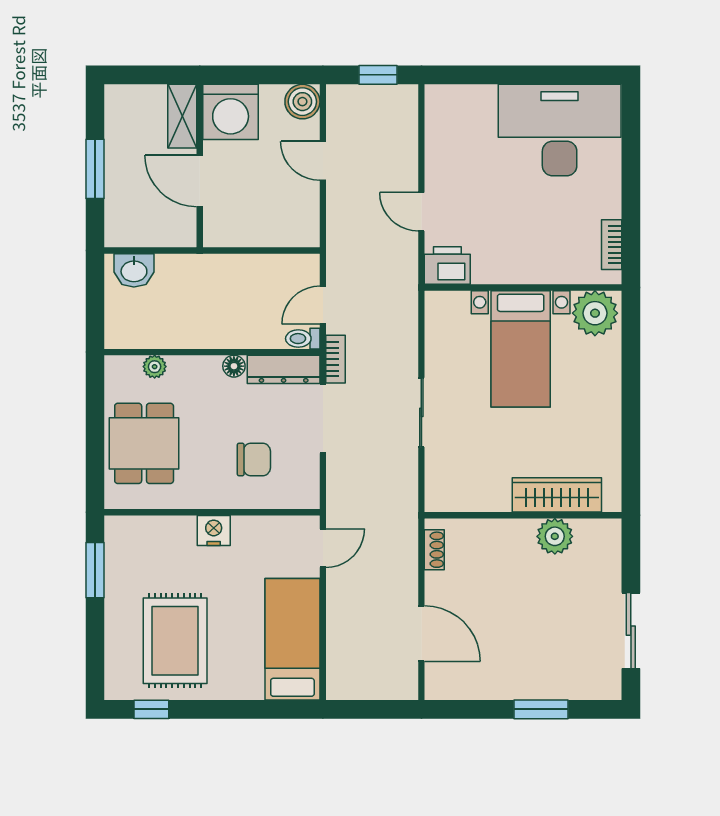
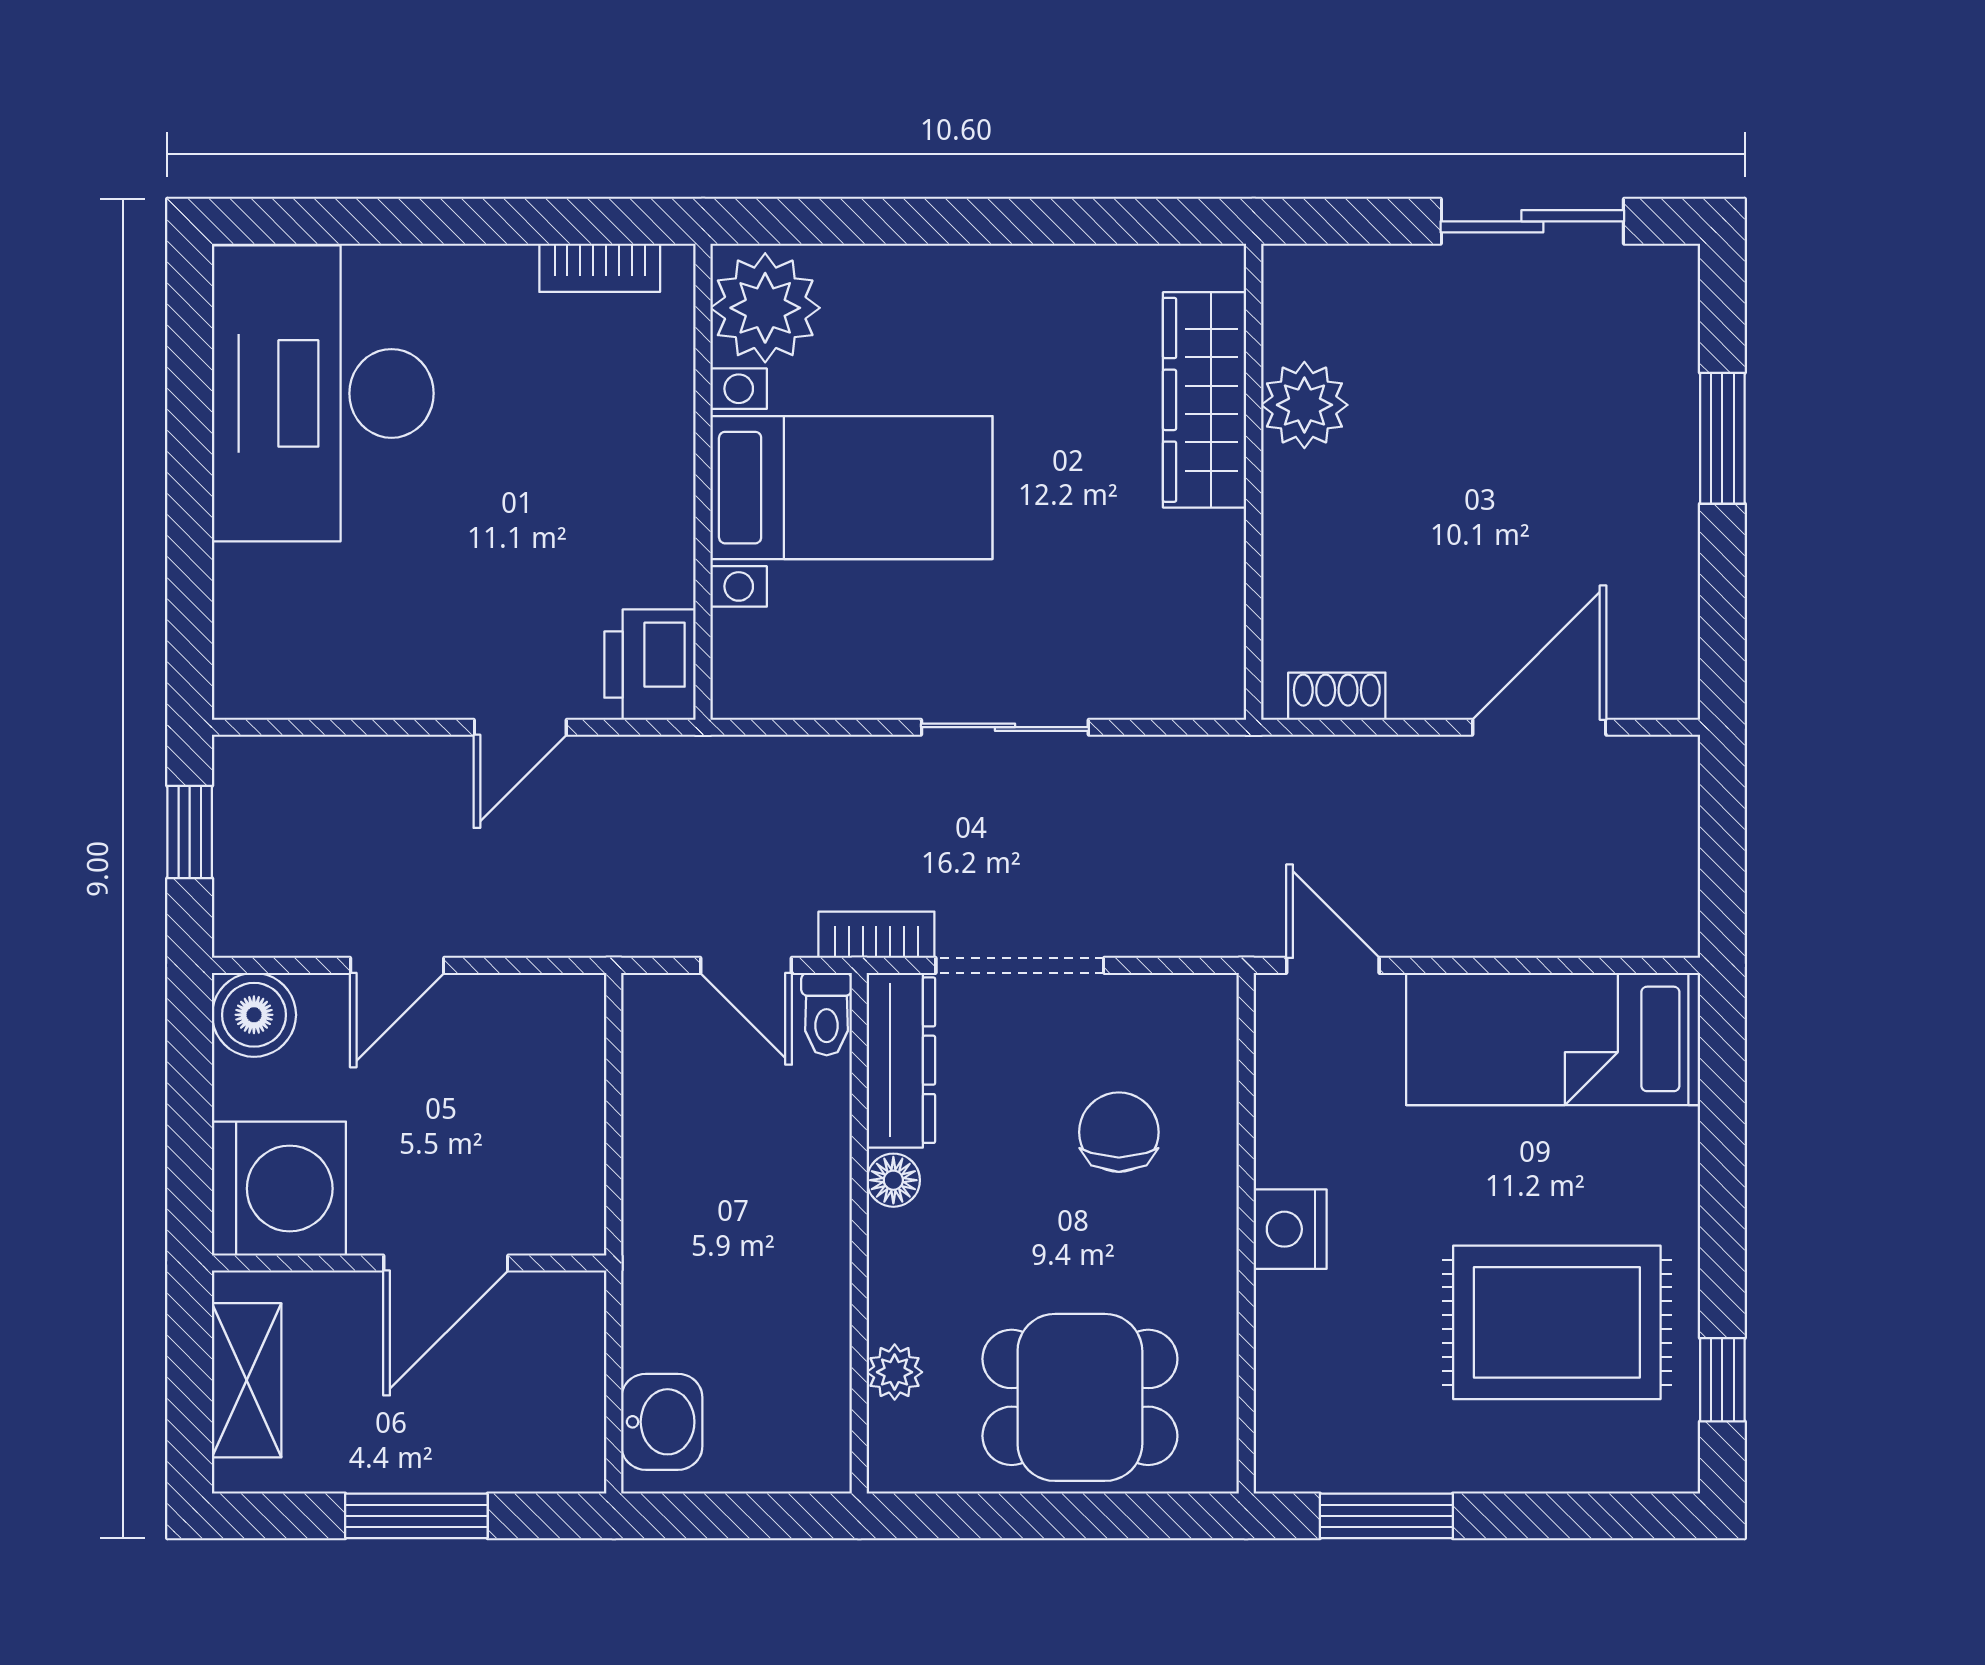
shelving: (182, 116) -> (247, 1380), moved, turned 90

